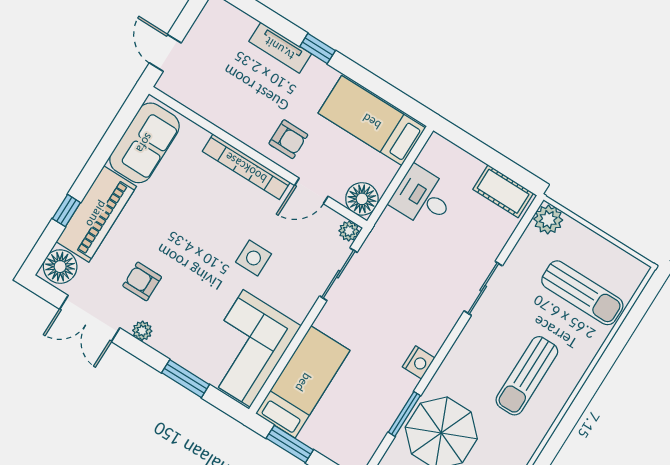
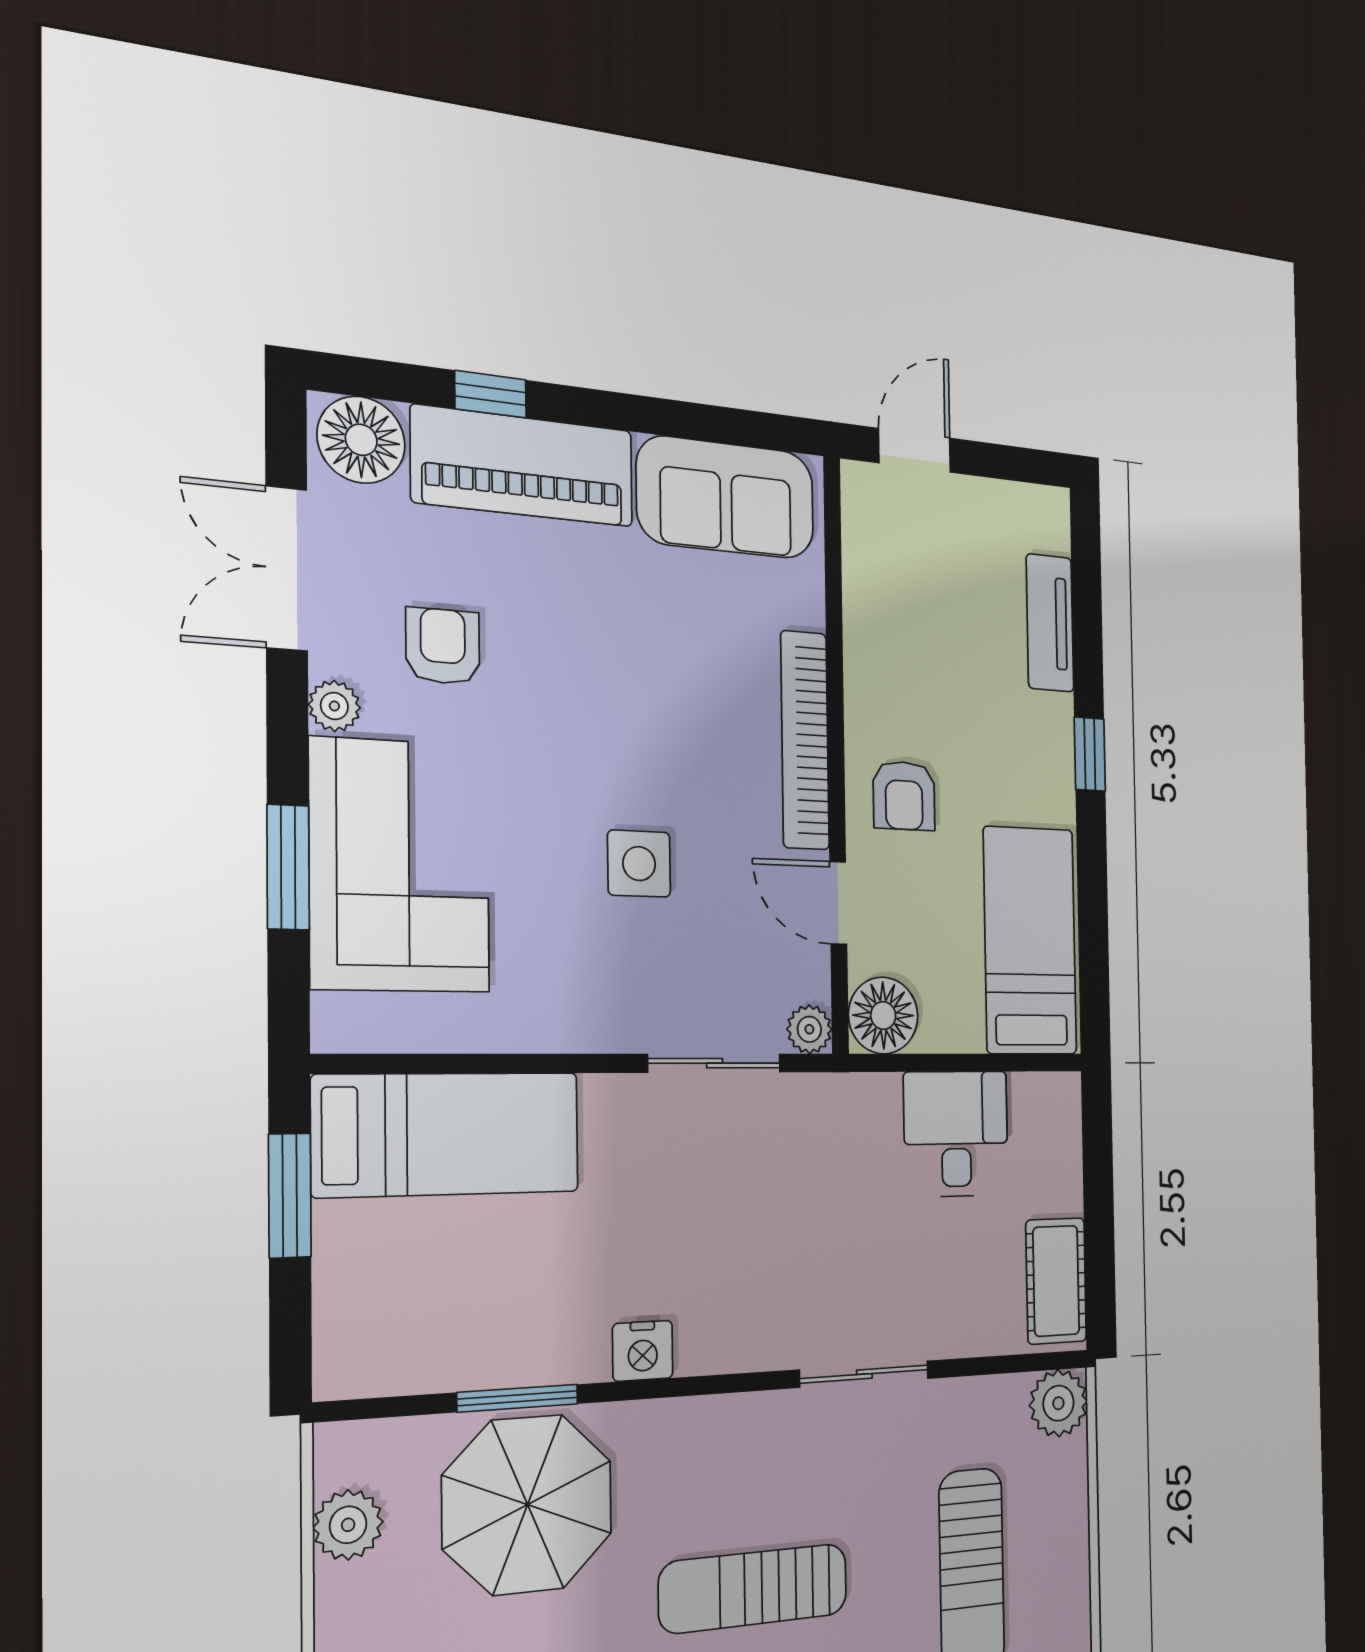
tv unit: (280, 48) -> (1050, 623), moved
corner sofa: (247, 348) -> (400, 866), moved, turned 90

